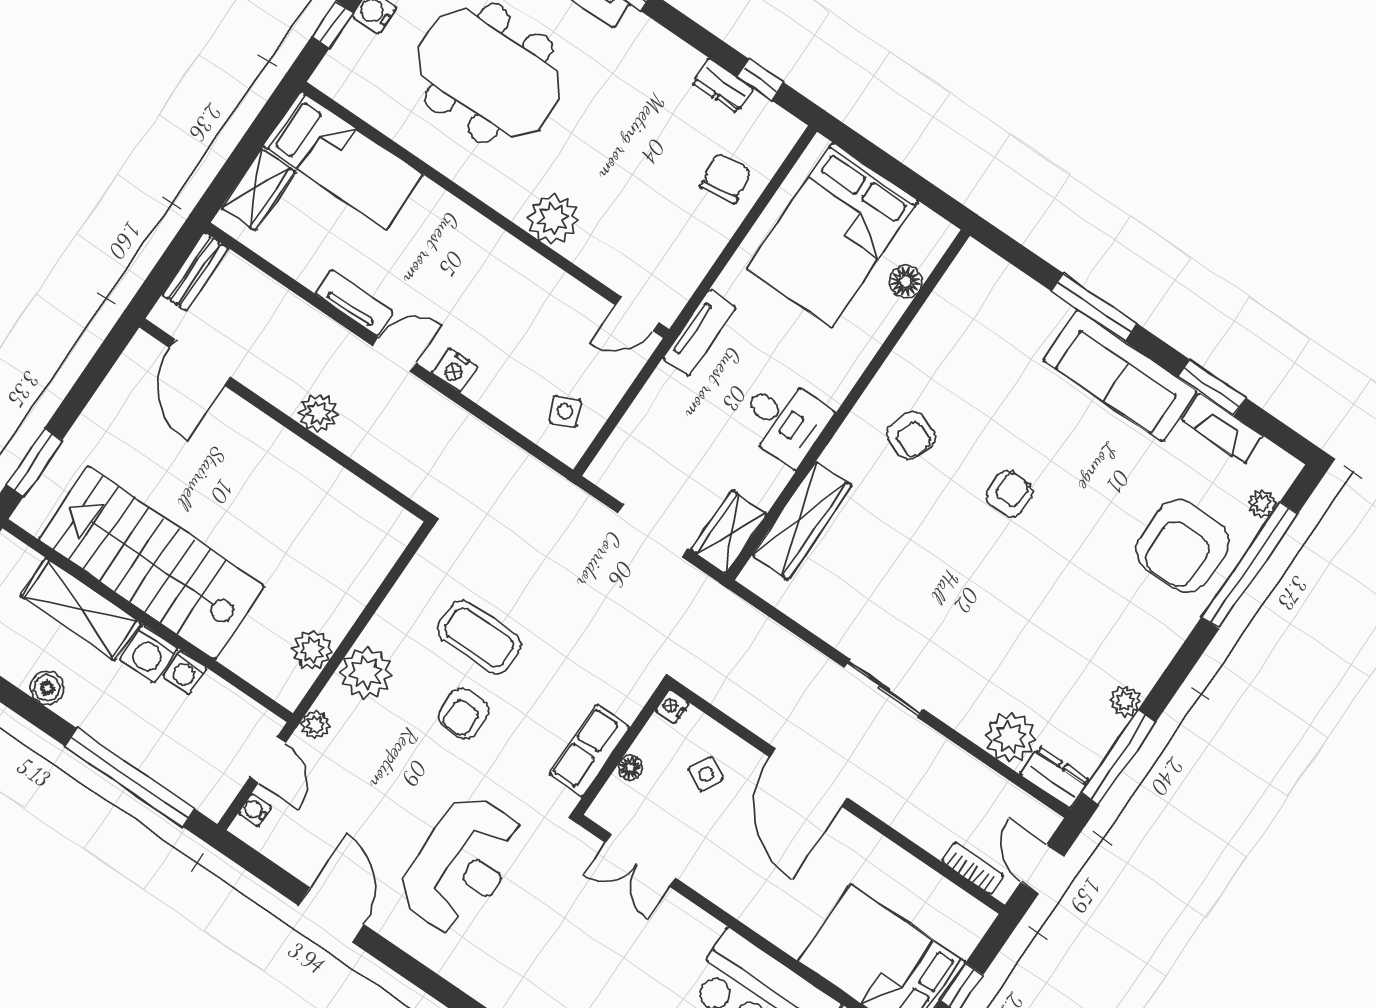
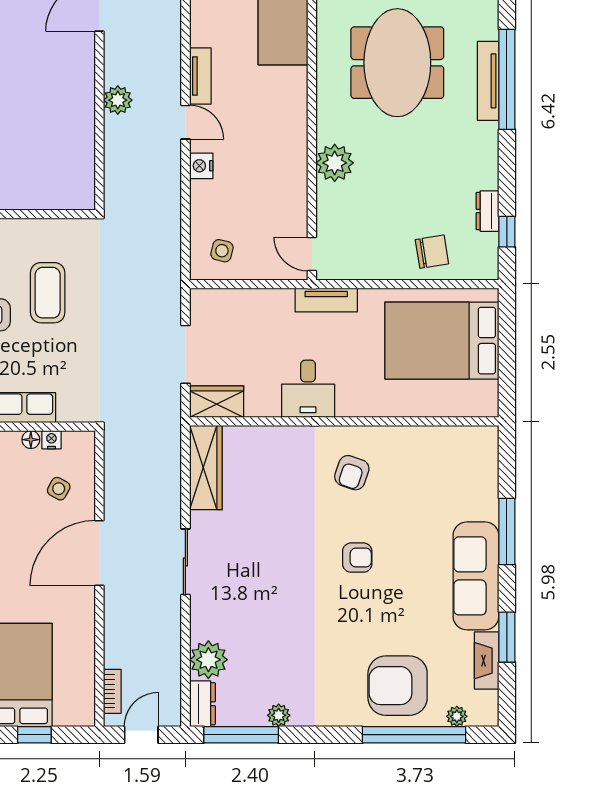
floor lamp: (906, 281) -> (444, 405), removed
side table: (565, 411) -> (222, 251), turned 38
wardrobe: (802, 521) -> (206, 468), moved, turned -90
nightstand: (672, 707) -> (51, 440), moved

